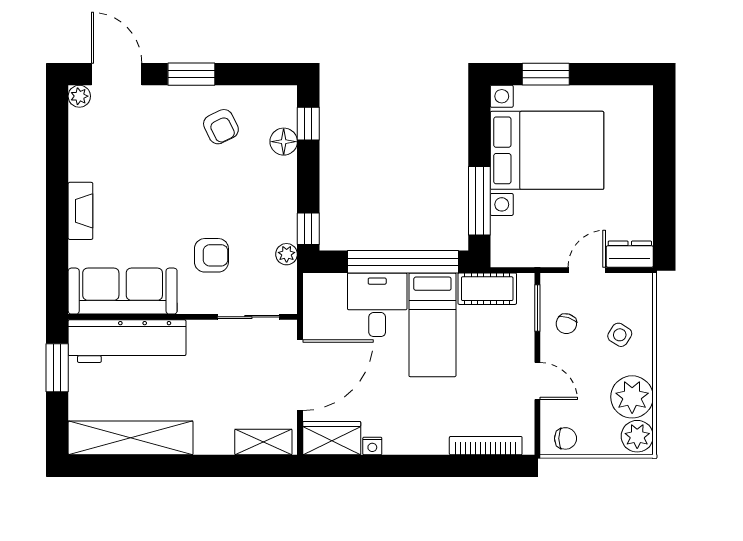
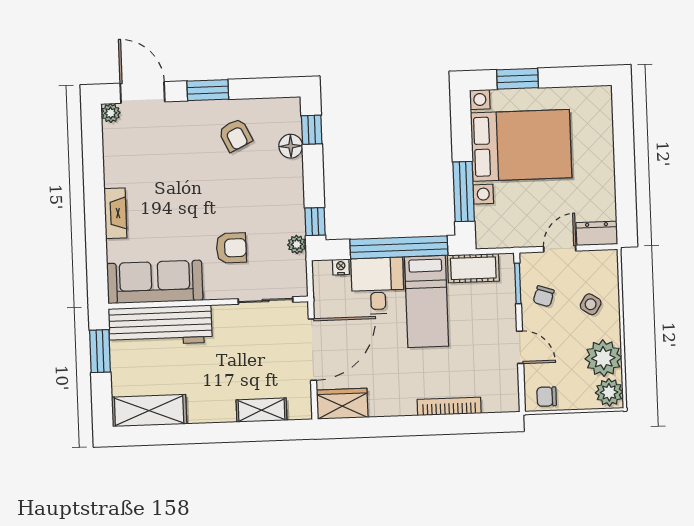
shelving: (131, 438) -> (149, 411), width x0.68
chair: (566, 438) -> (547, 397), turned 180
shelving: (263, 442) -> (262, 410), moved
nightstand: (372, 446) -> (341, 267), moved, turned 180
bookcase: (486, 446) -> (449, 406), moved

